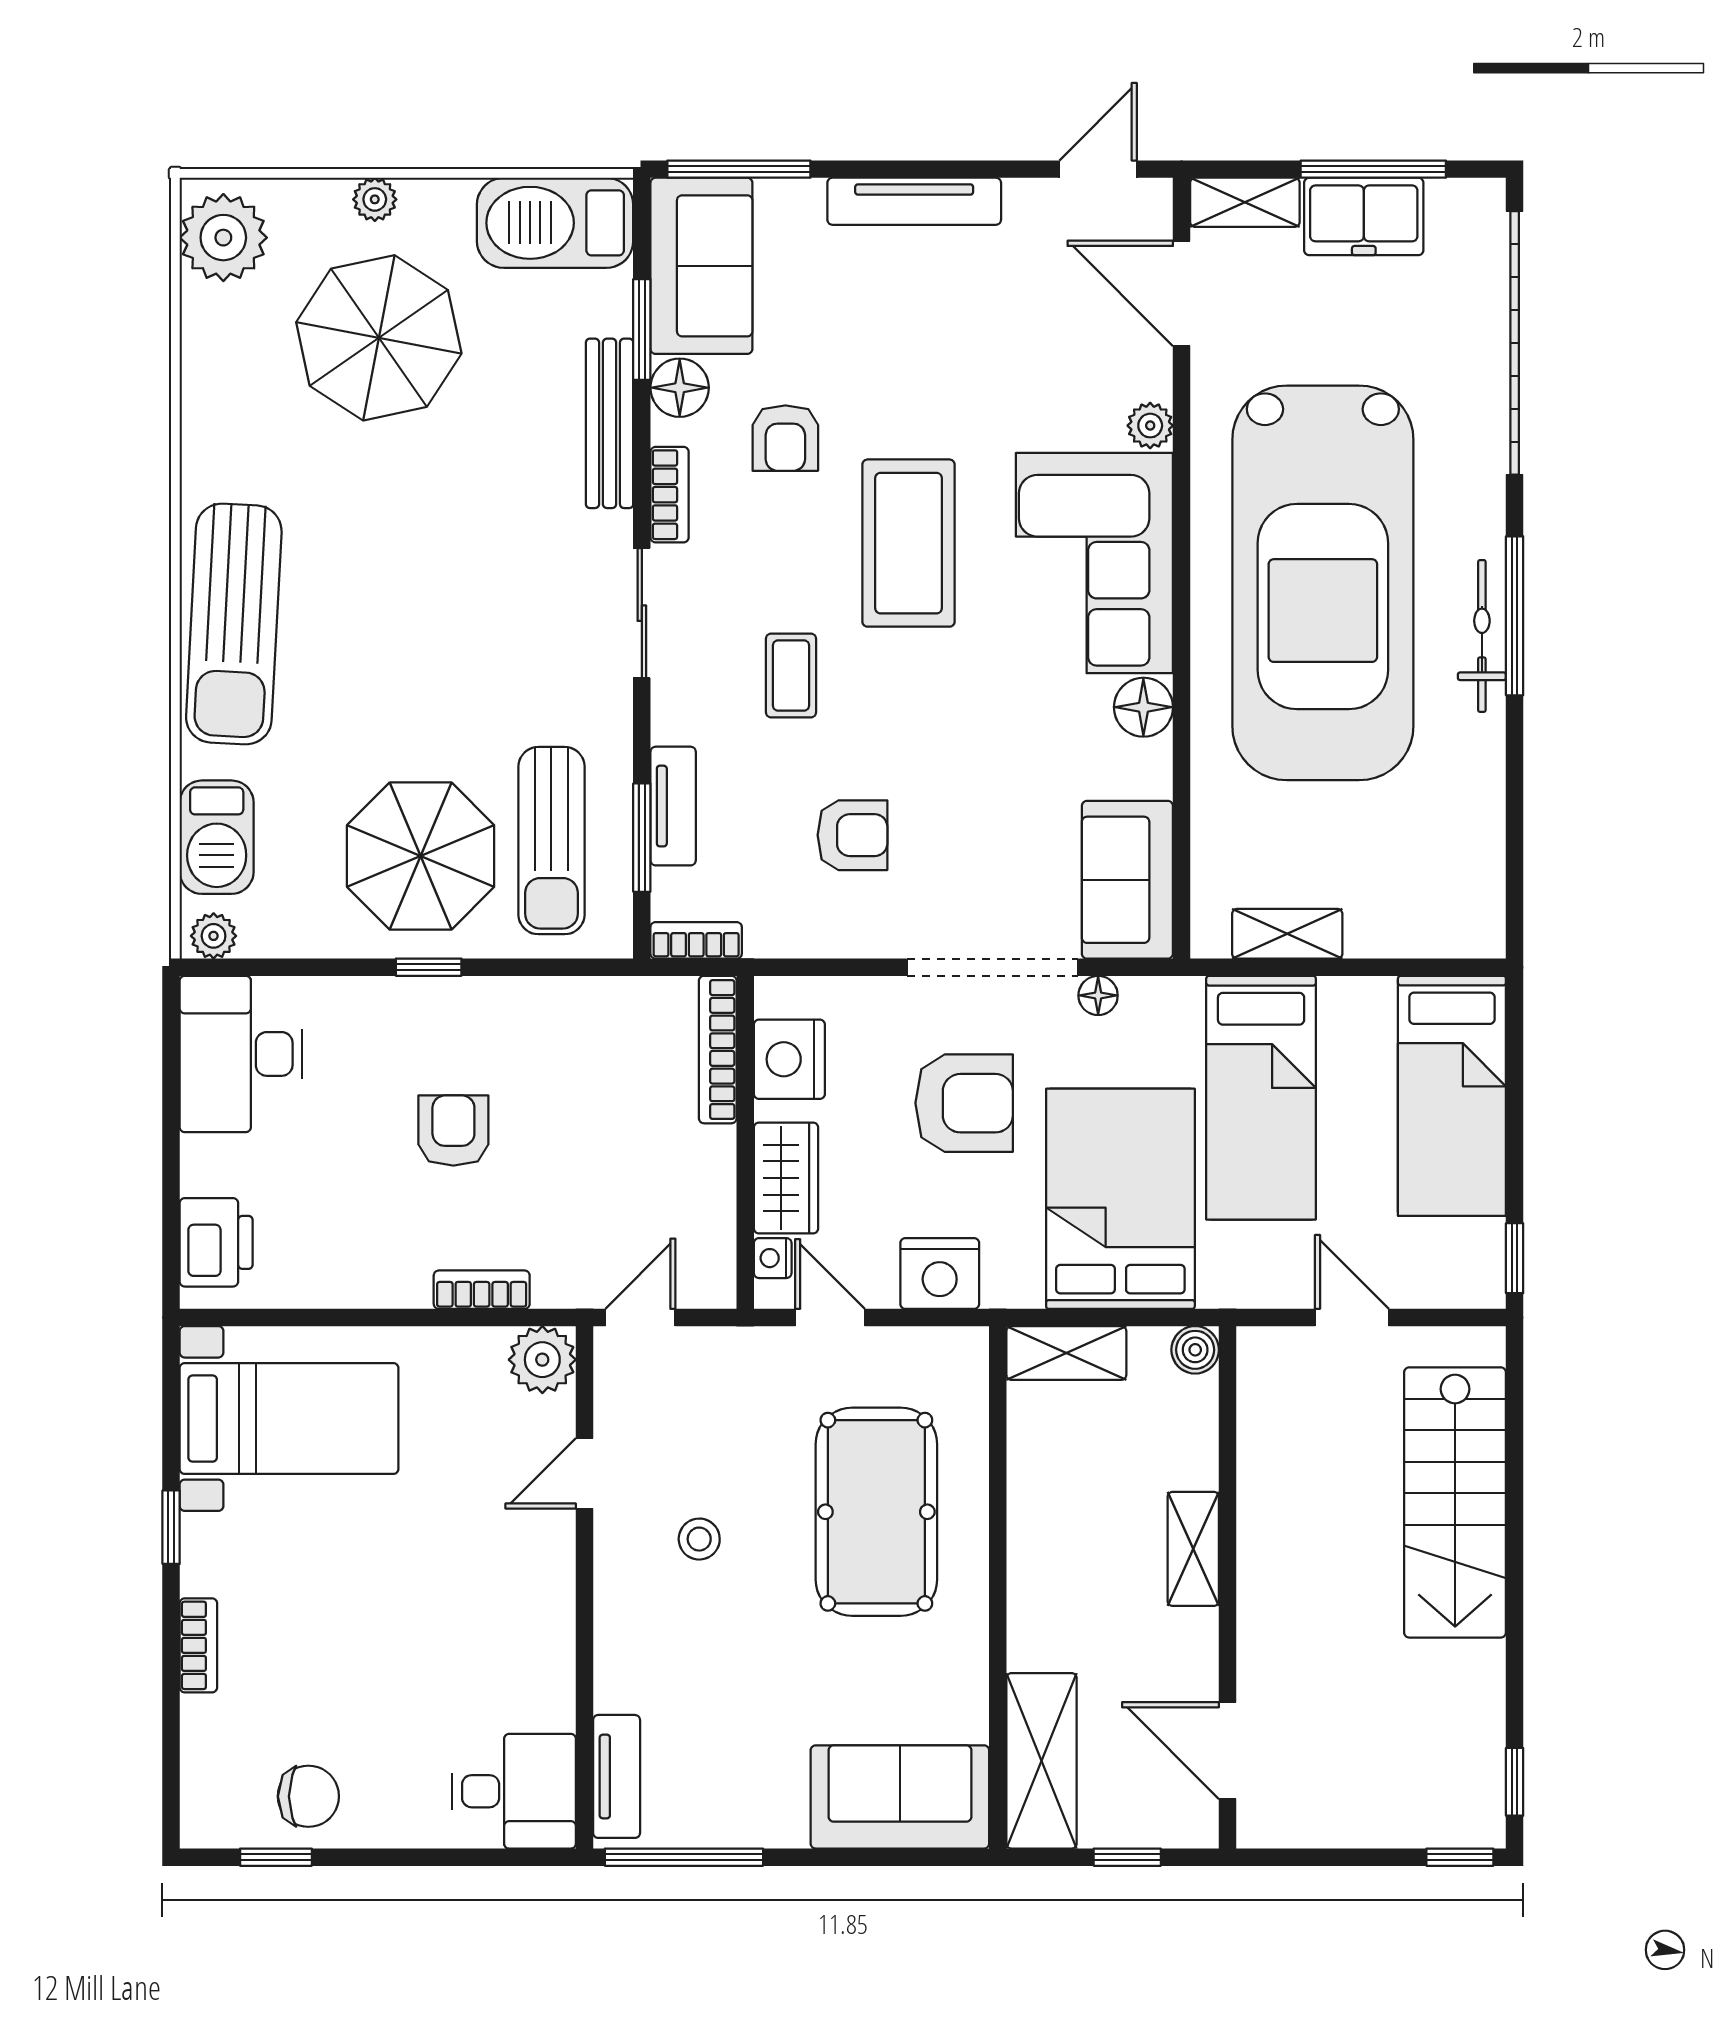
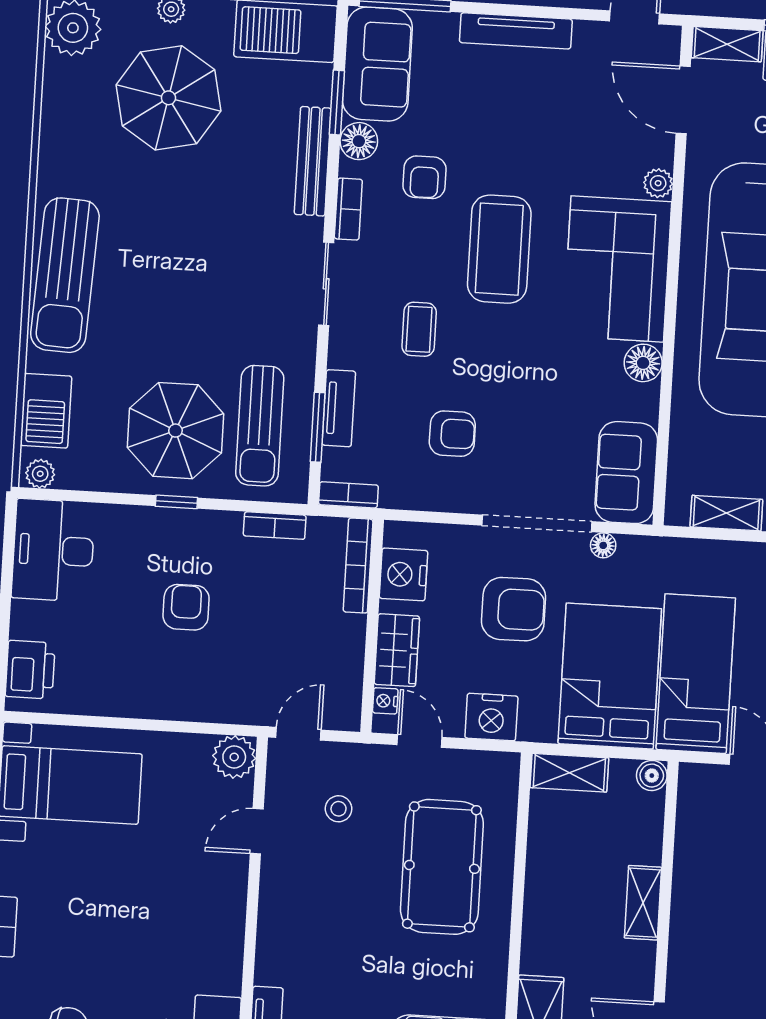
bed: (1261, 1098) -> (696, 674), moved, turned 180
bookcase: (482, 1290) -> (275, 526), moved, turned 180
stool: (699, 1539) -> (339, 809), moved

